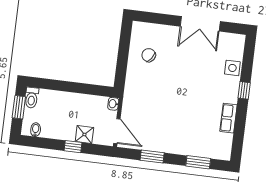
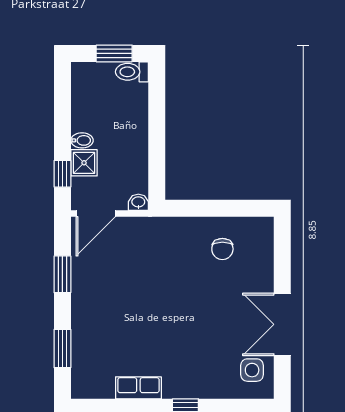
chair: (149, 55) -> (222, 249), turned 145
side table: (232, 68) -> (252, 370), moved
bidet: (36, 130) -> (82, 140), moved
window: (73, 147) -> (62, 174), moved

